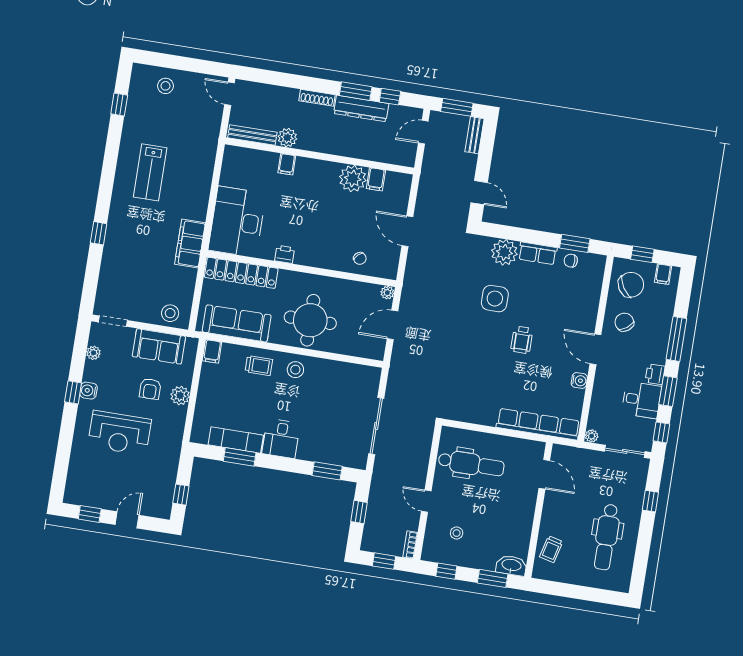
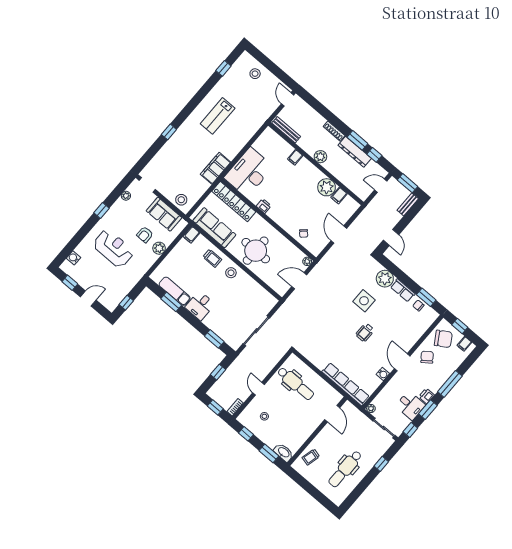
plant: (287, 138) -> (320, 157), moved
water cooler: (88, 391) -> (74, 258), moved
reception desk: (120, 433) -> (113, 248), turned 180

